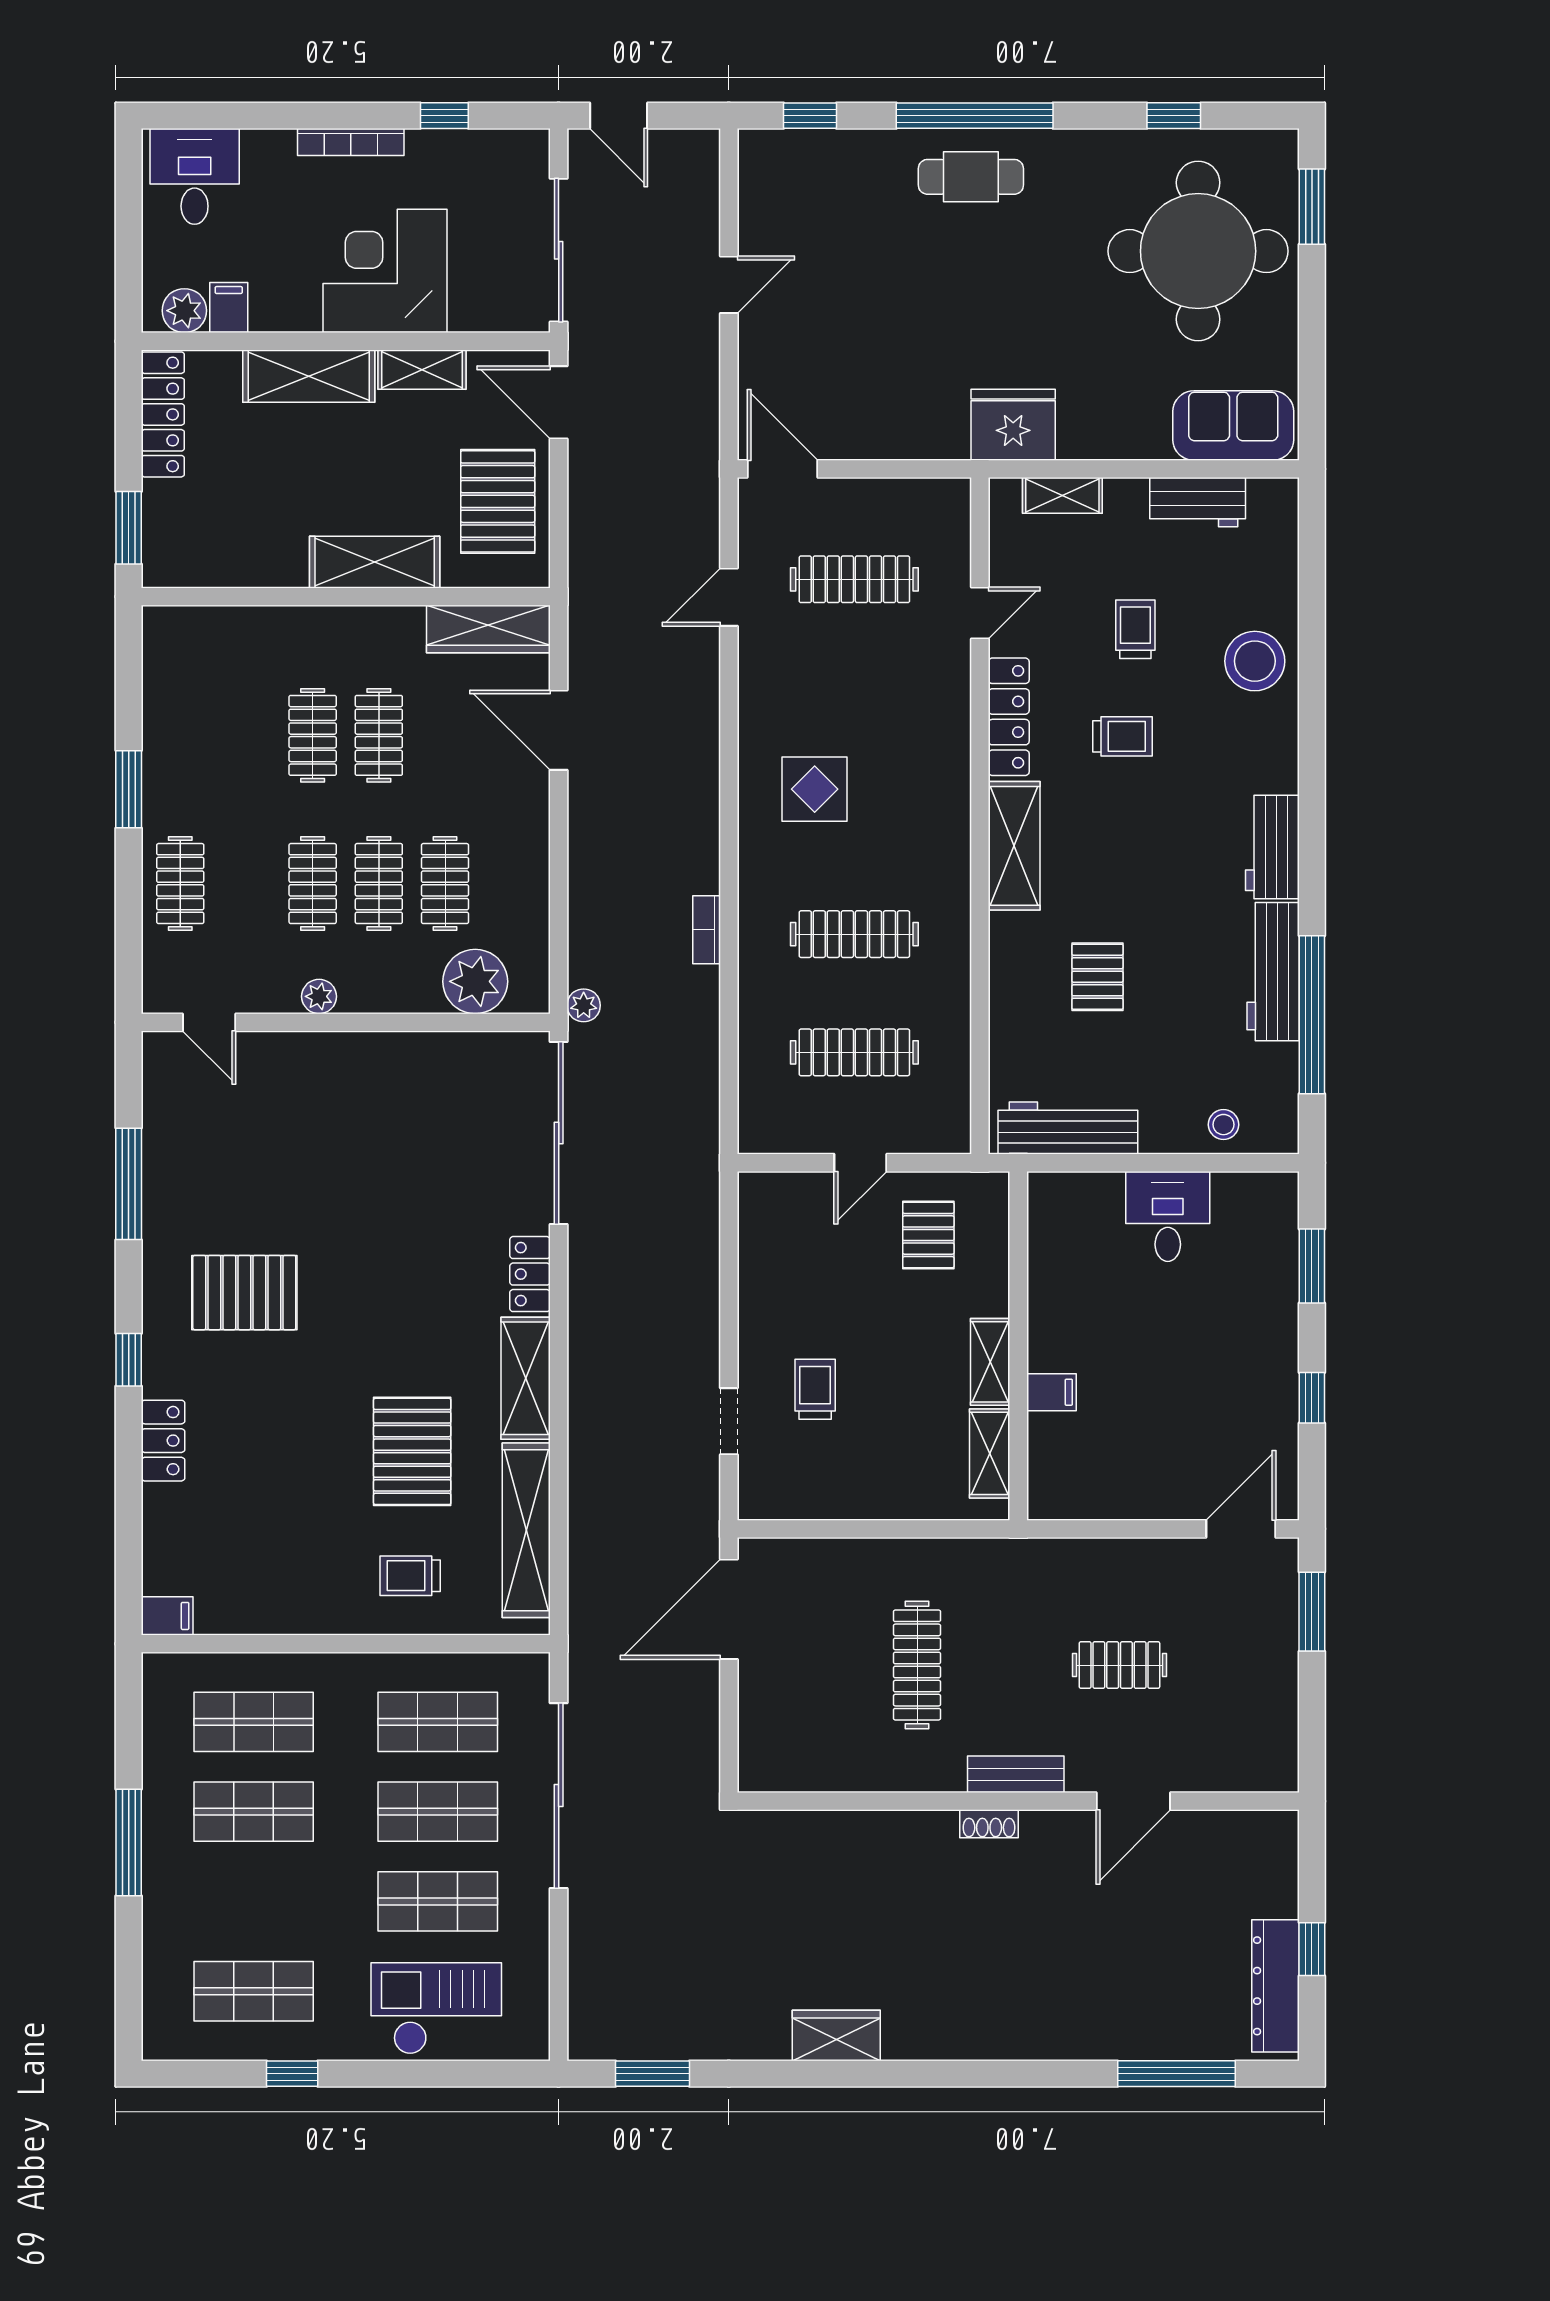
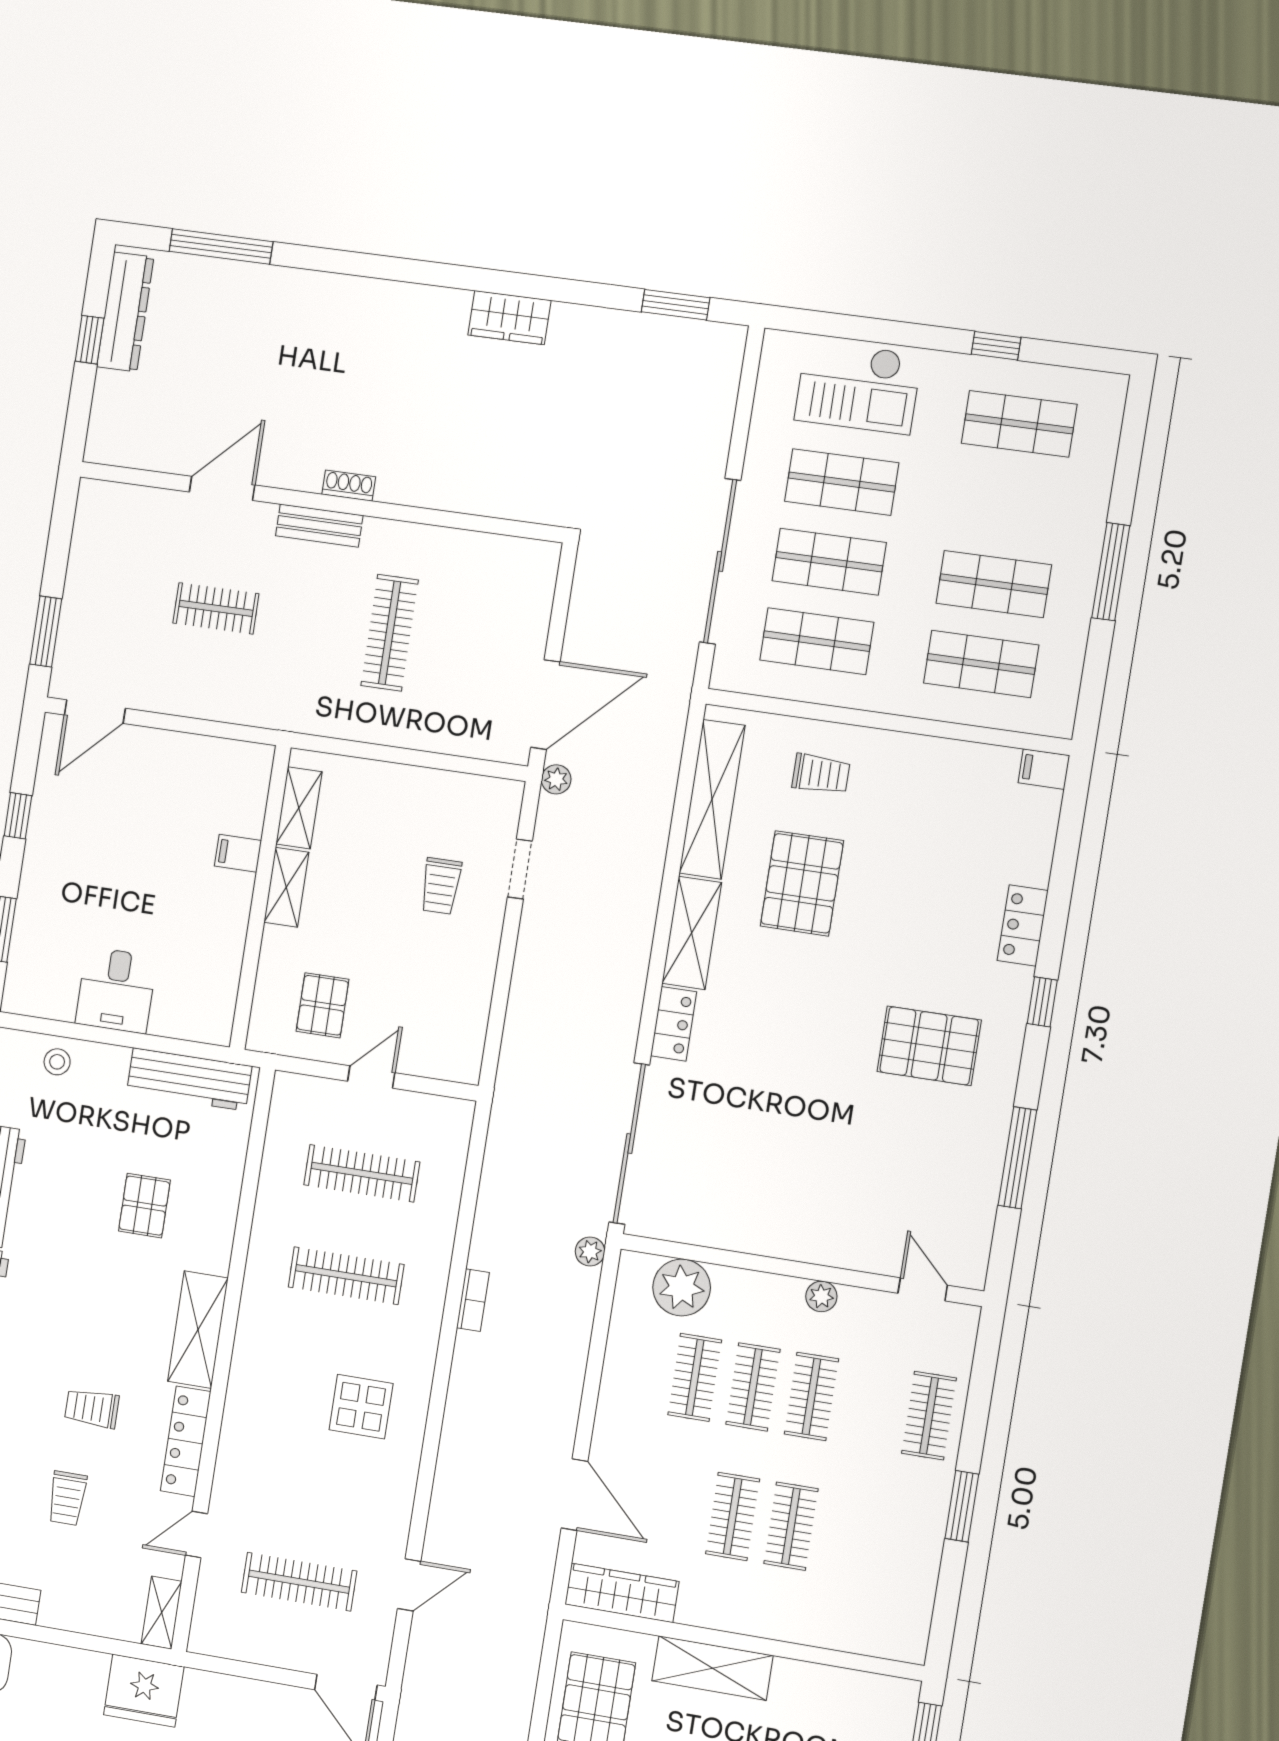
shelving: (1062, 495) -> (162, 1613), moved, turned 90
plant: (704, 1527) -> (556, 779), added

